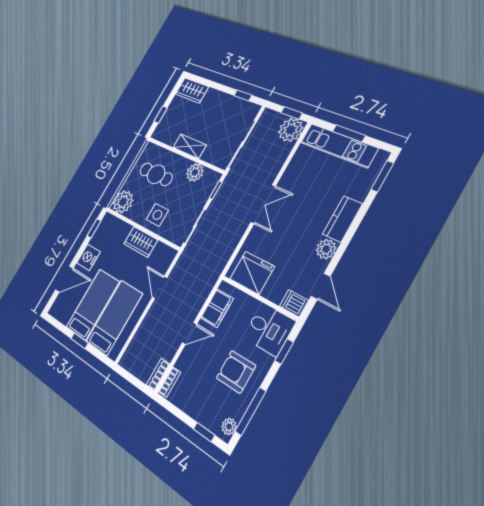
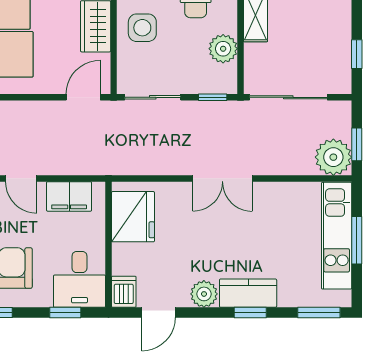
window: (356, 223) -> (250, 313), added
door: (160, 288) -> (83, 97), moved

